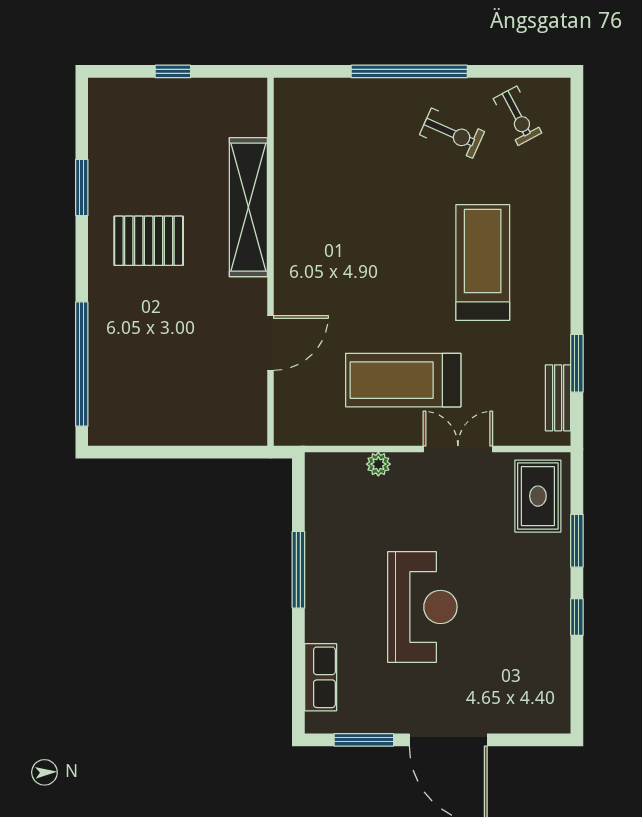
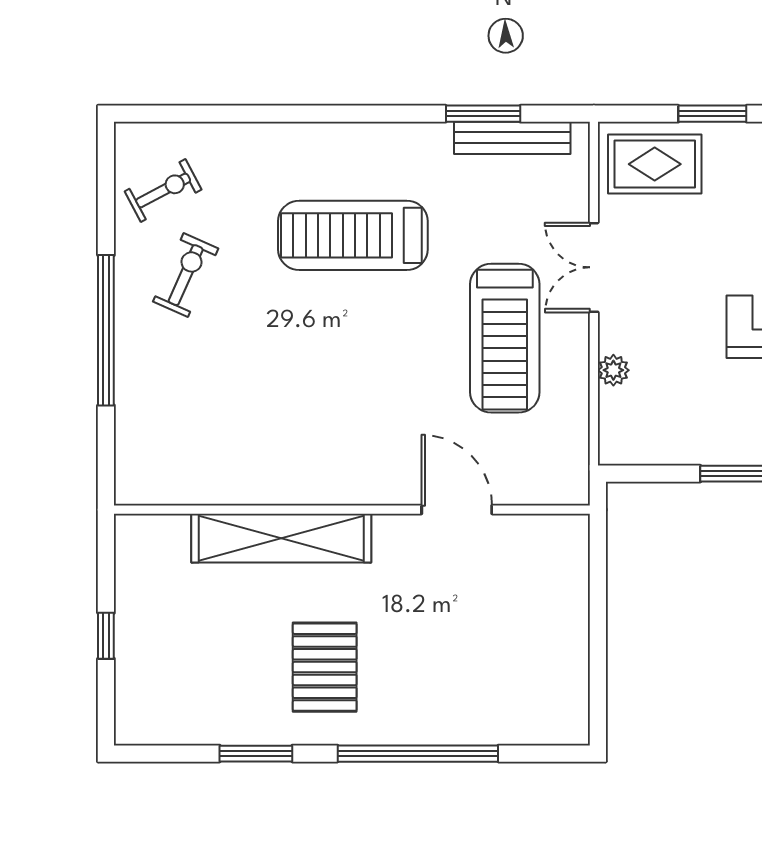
window: (82, 364) -> (418, 754), moved
bench: (558, 398) -> (512, 138), width x1.36

